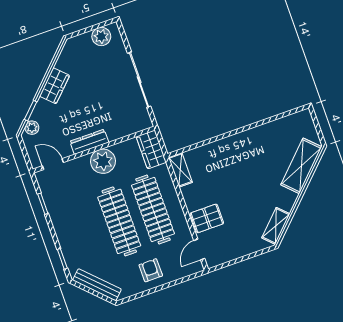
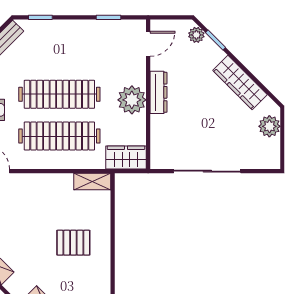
plant: (101, 36) -> (269, 126), moved
wardrobe: (54, 86) -> (240, 83), width x1.50
pallet: (207, 218) -> (73, 243), moved, turned 90

